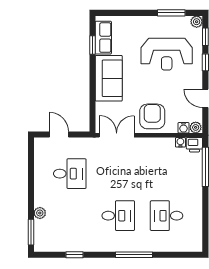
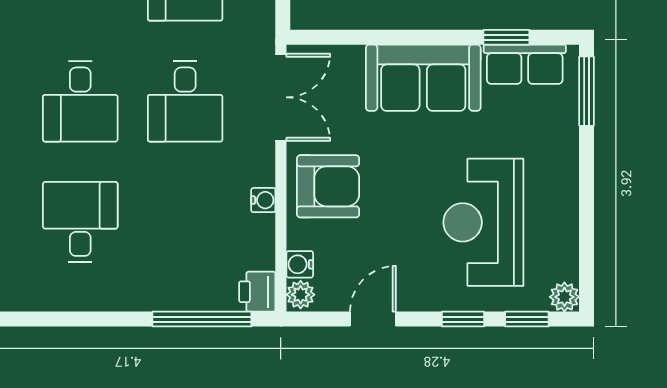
window: (171, 13) -> (587, 91), moved
water cooler: (180, 142) -> (263, 200), moved
desk: (118, 174) -> (185, 101), added

